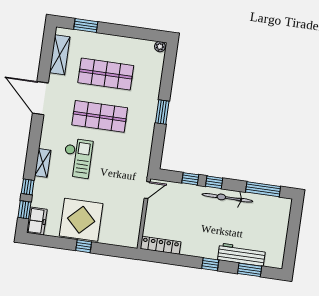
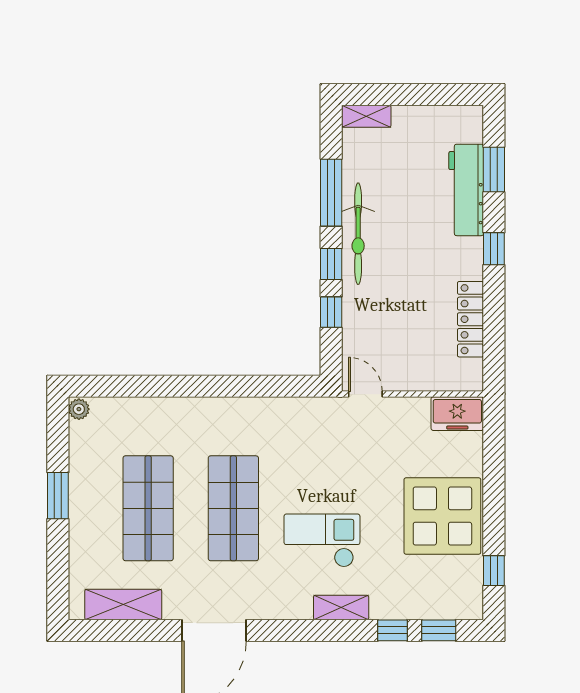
window: (86, 25) -> (58, 496), moved
window: (162, 112) -> (207, 386), removed
window: (263, 189) -> (331, 193), moved
shelving: (285, 210) -> (366, 116), added
freezer: (37, 221) -> (457, 414), moved, turned 180
locker: (160, 245) -> (470, 319), moved
window: (84, 246) -> (494, 571), moved

